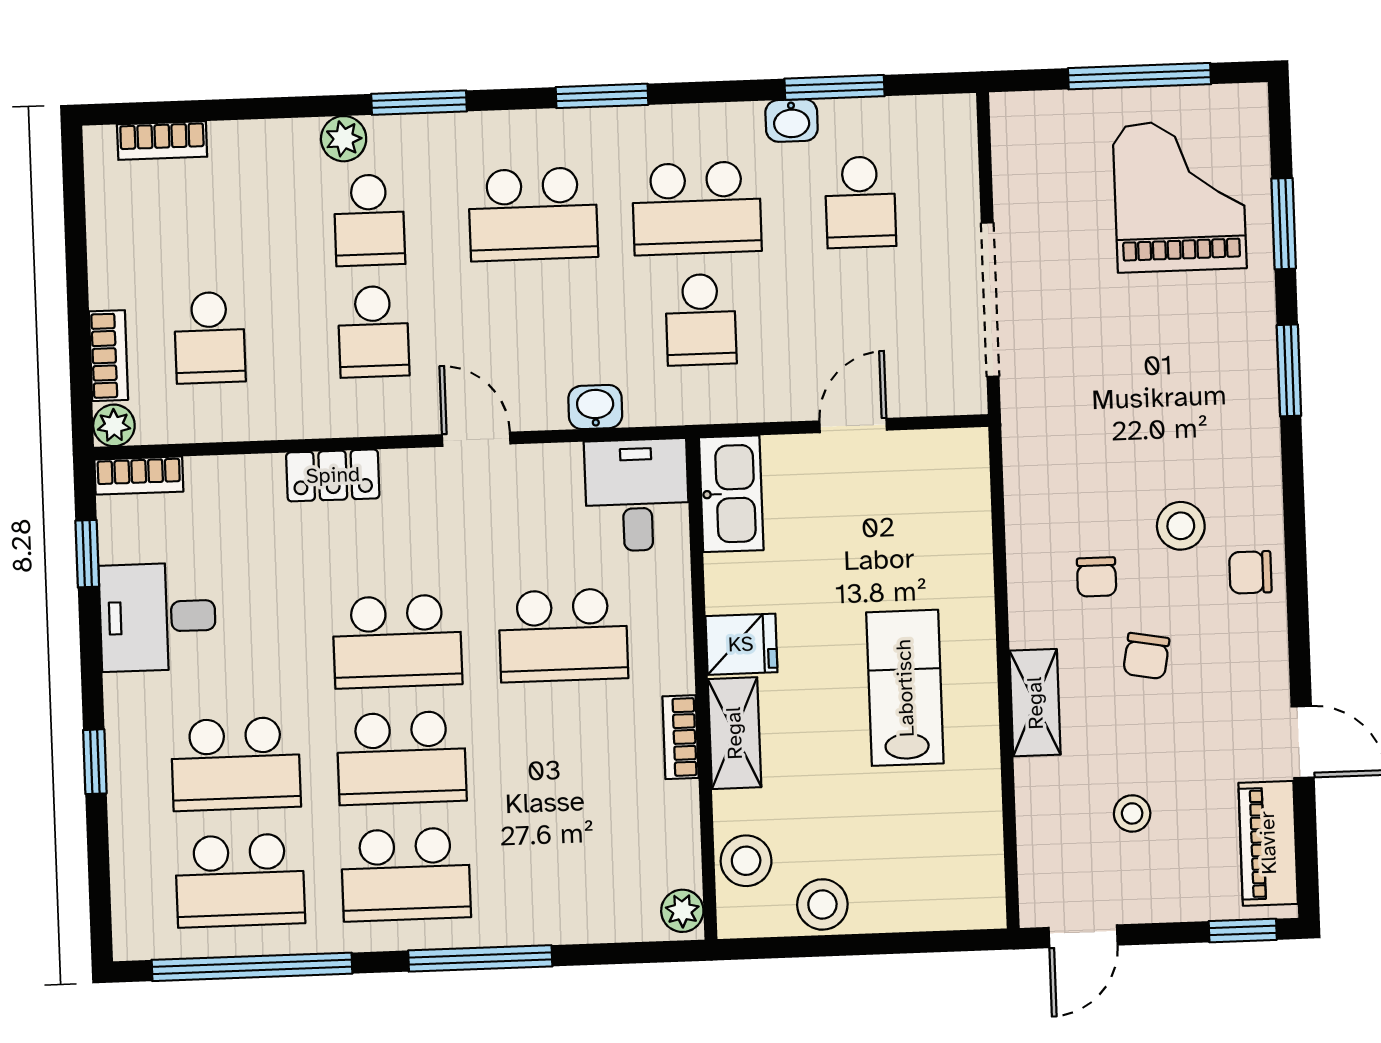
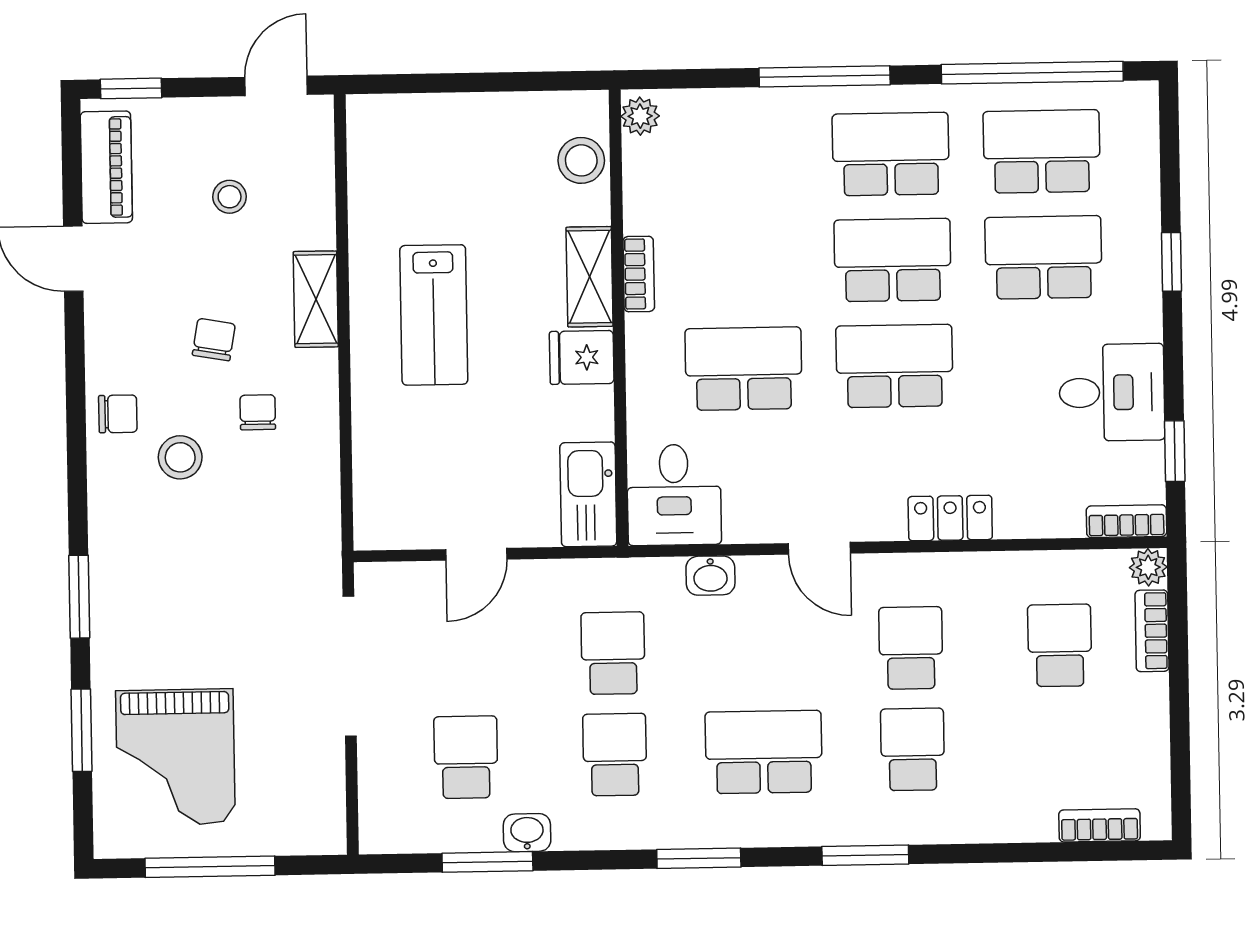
plant: (344, 139) -> (935, 824), removed
school desk: (697, 208) -> (615, 755), width x0.54
stool: (822, 904) -> (513, 119), removed

